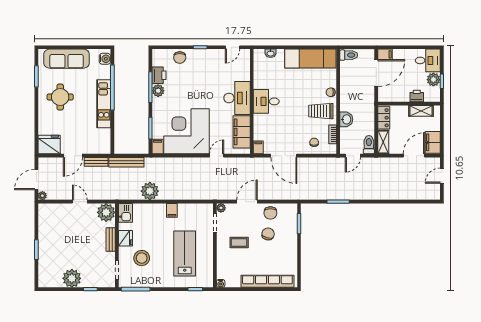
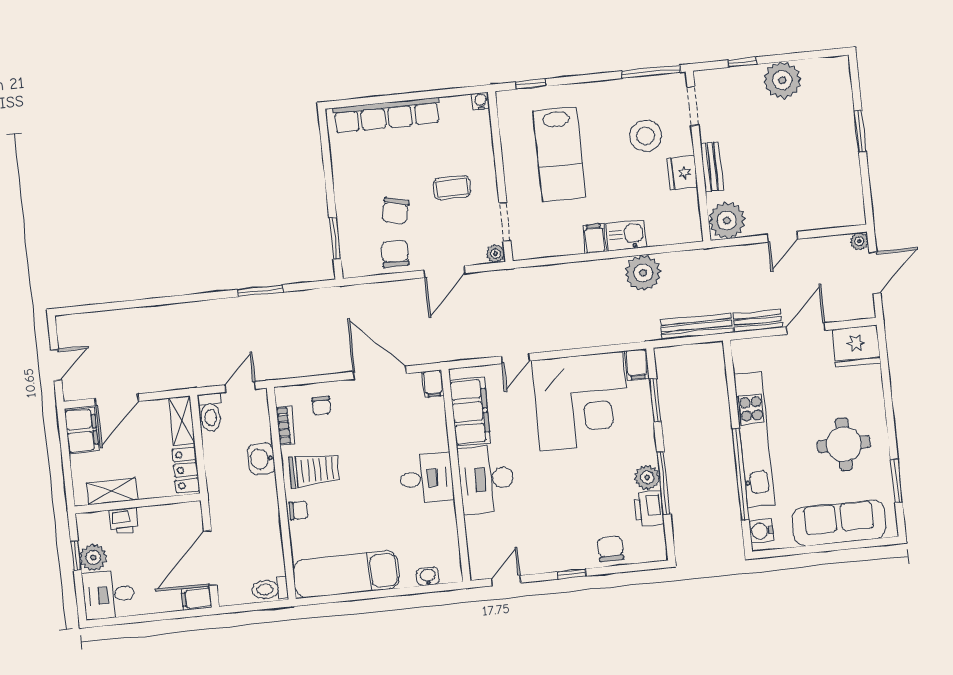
kitchen unit: (104, 104) -> (754, 440), width x1.36
door: (80, 202) -> (782, 237), hinge flipped
kitchen sink: (126, 213) -> (626, 235), moved, turned 90

